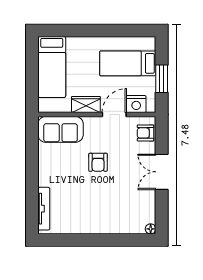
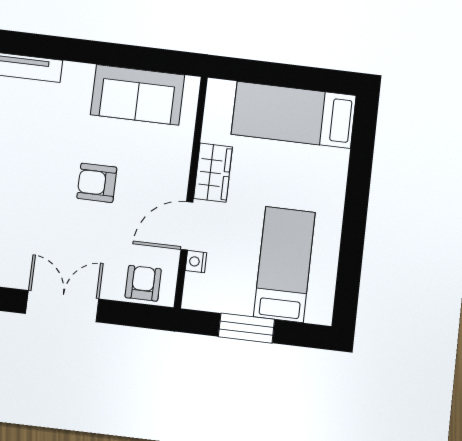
nightstand: (136, 104) -> (196, 262), width x0.53, depth x0.56
door: (114, 115) -> (187, 226), swing flipped
sofa: (61, 129) -> (138, 95), moved, turned -90

